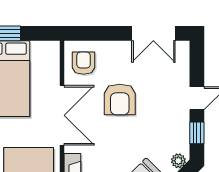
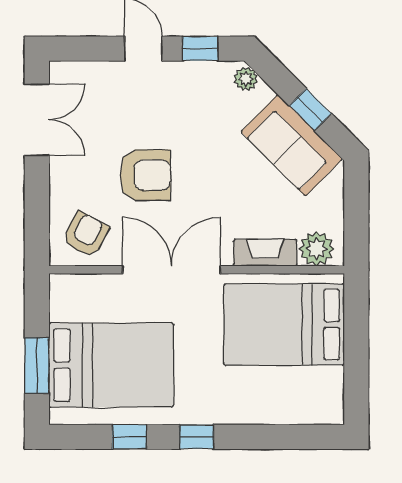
armchair: (84, 63) -> (86, 234), turned 118

